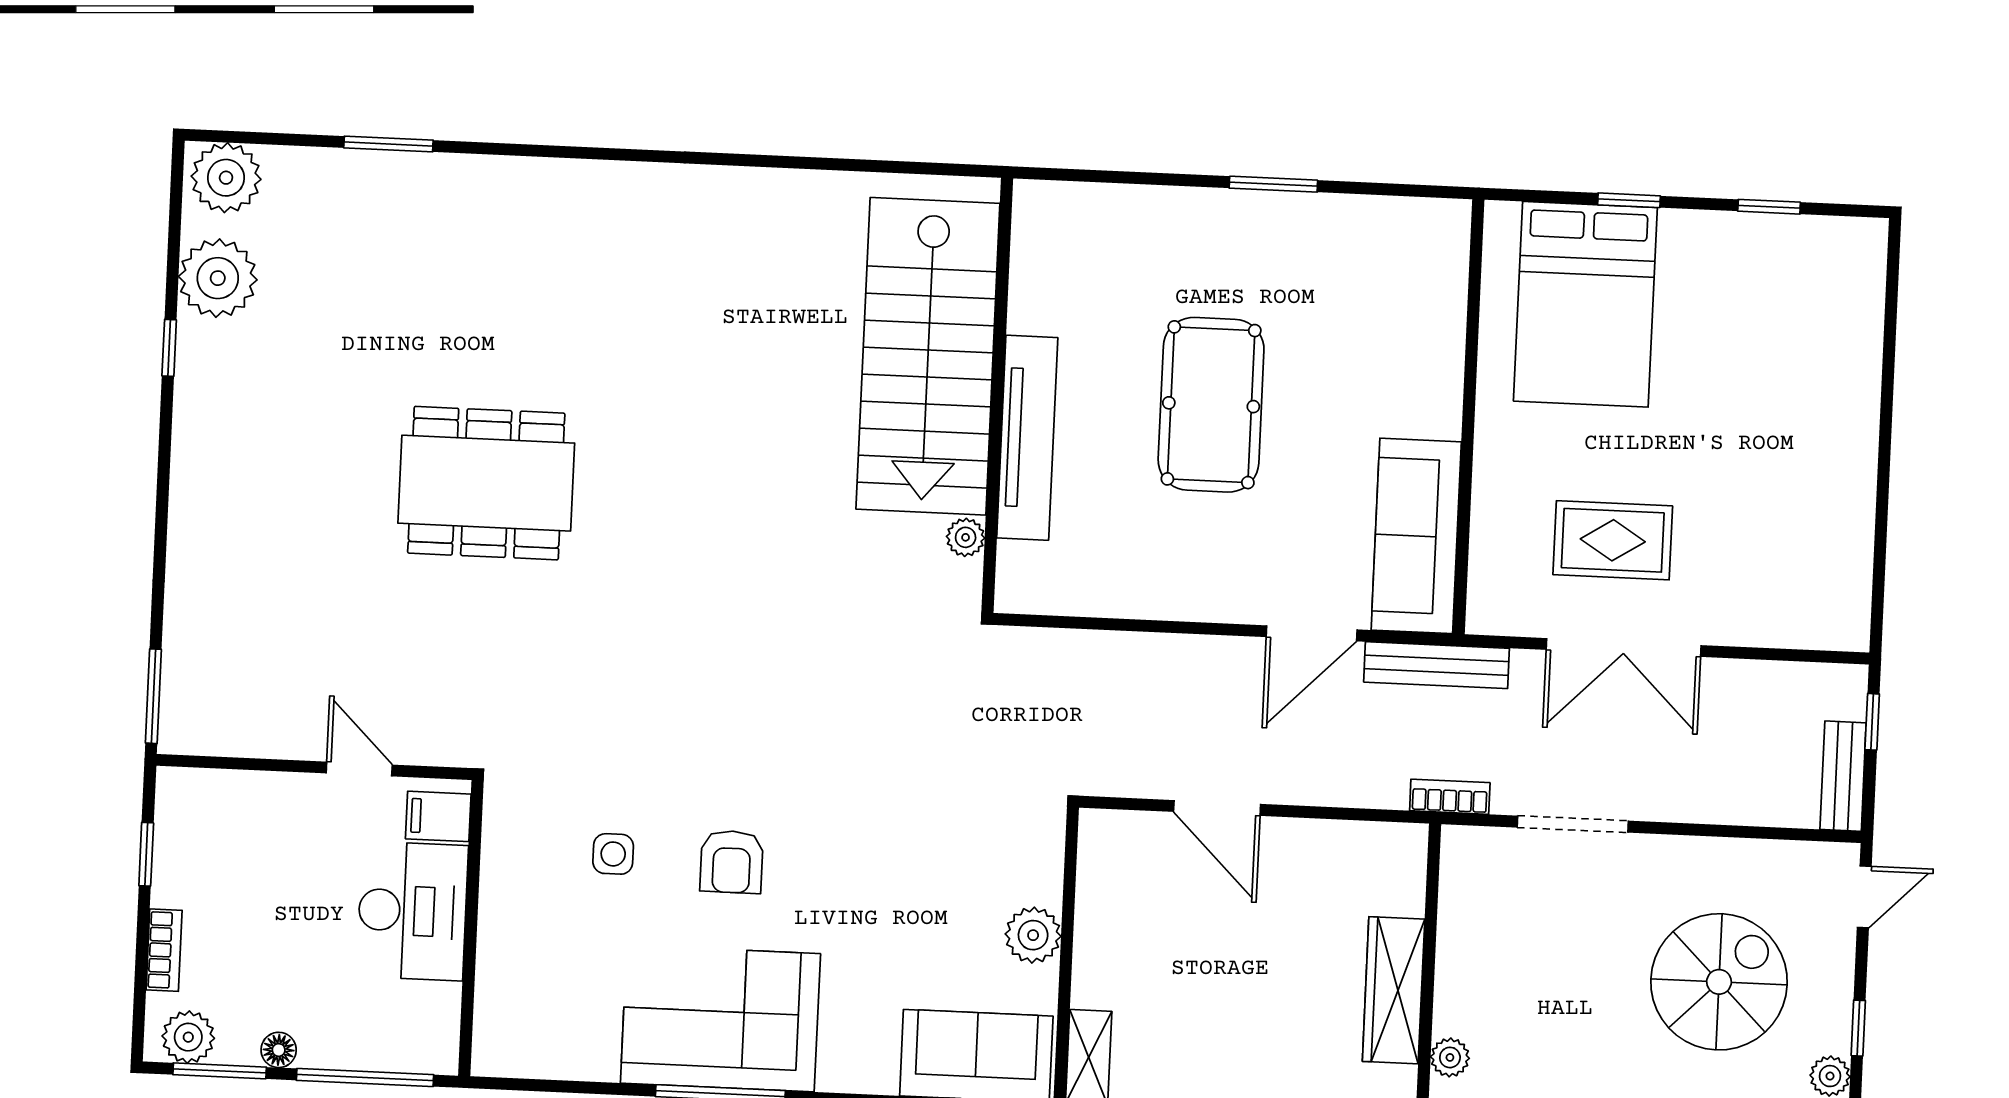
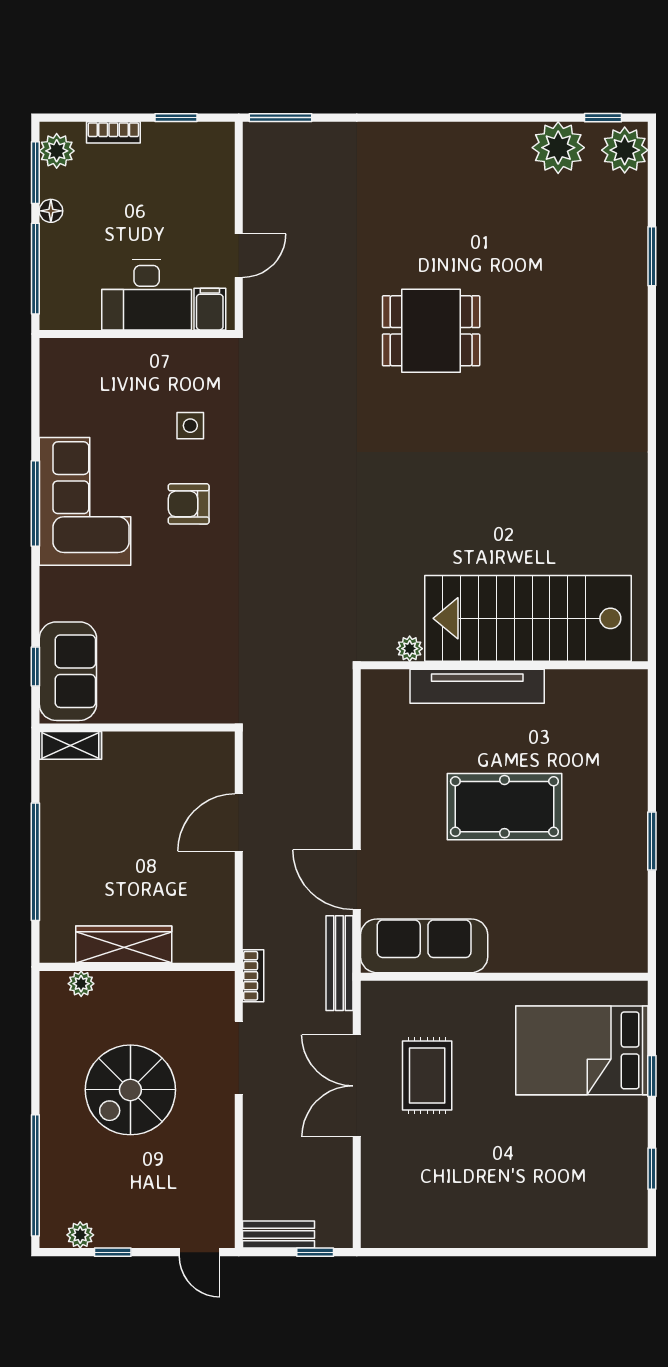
window: (169, 348) -> (603, 118), moved
dining table: (486, 483) -> (431, 331), width x0.73
plant: (1033, 935) -> (149, 705), removed
spiral stairs: (1719, 982) -> (130, 1090), moved, turned 90

